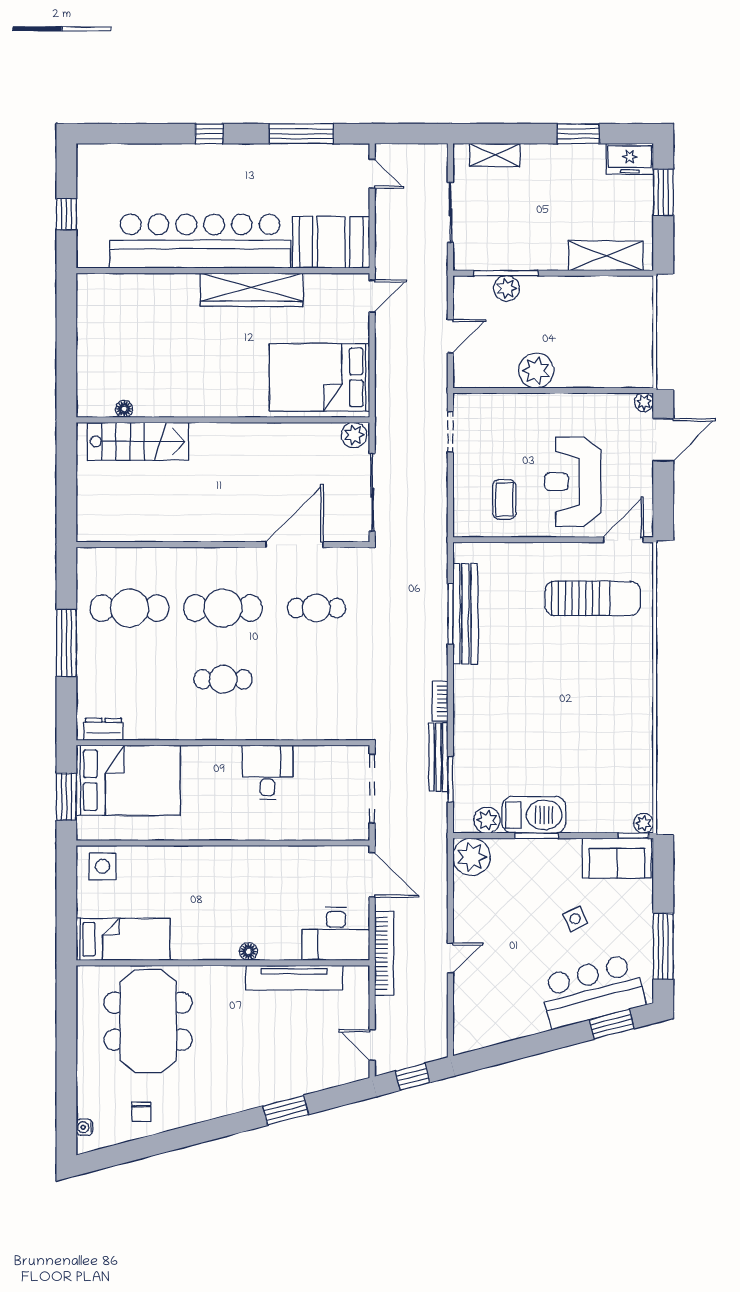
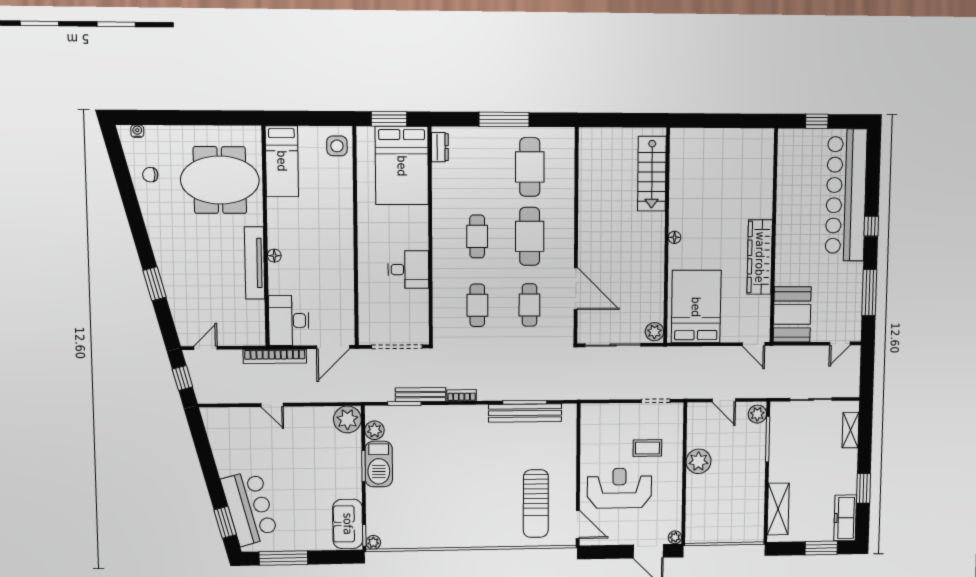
freezer: (630, 159) -> (845, 518), width x1.40
bar counter: (200, 241) -> (846, 195), moved, turned 180
plant: (506, 288) -> (757, 414), moved
floor lamp: (124, 409) -> (675, 237), moved
coffee table: (504, 499) -> (647, 448), moved
cafe table: (316, 679) -> (477, 305), added
side table: (575, 919) -> (303, 495), removed
tv unit: (294, 978) -> (255, 263), moved

